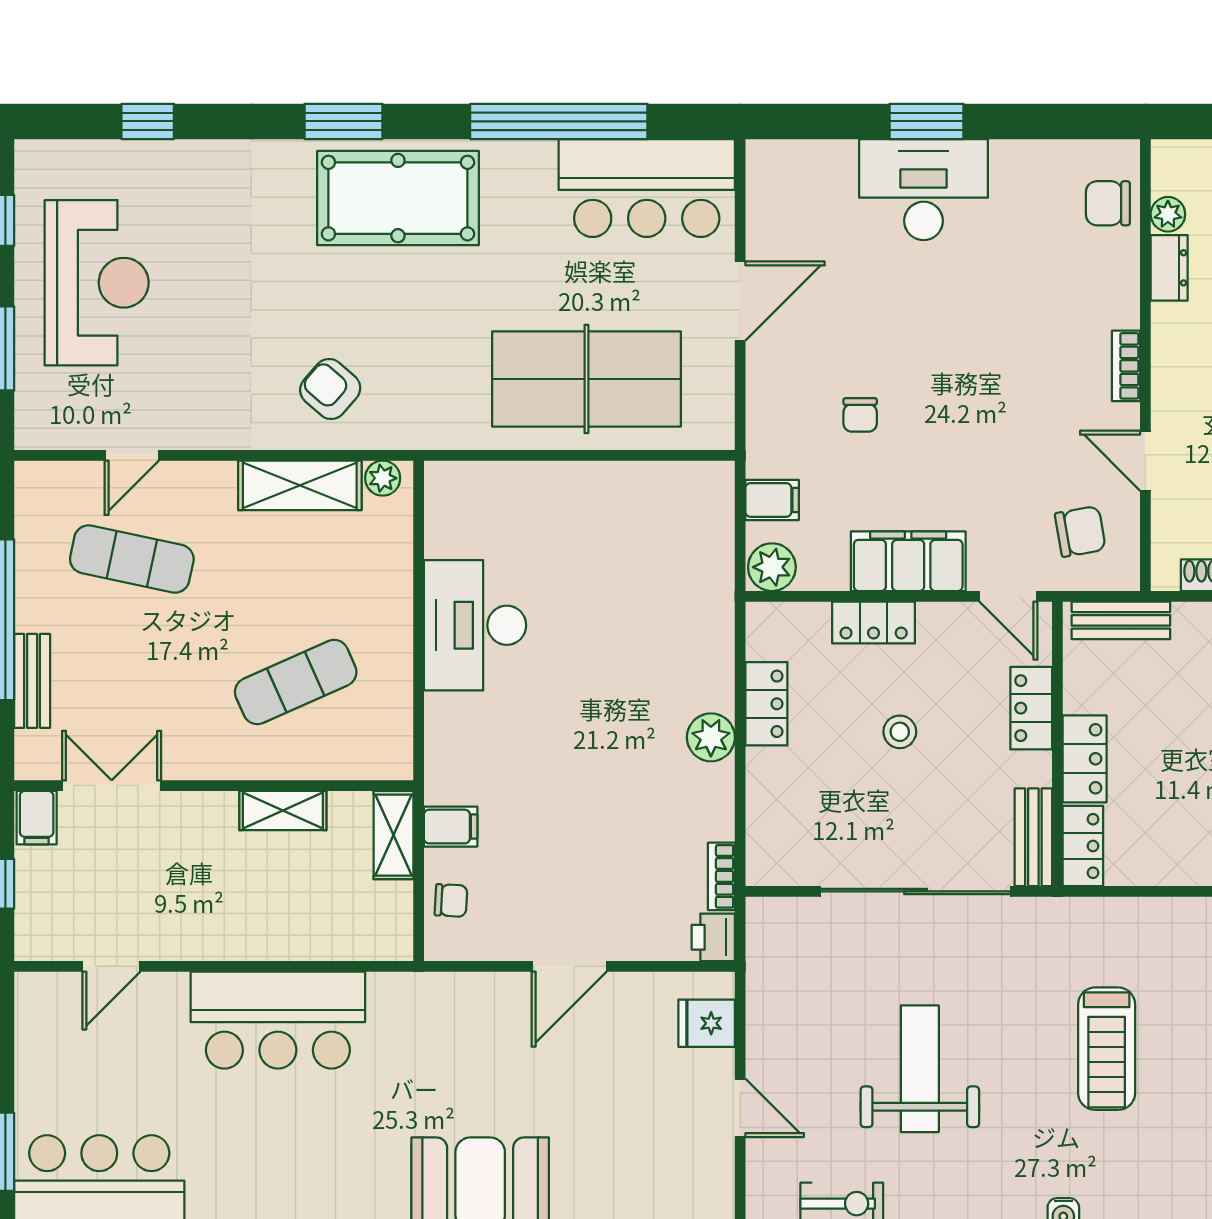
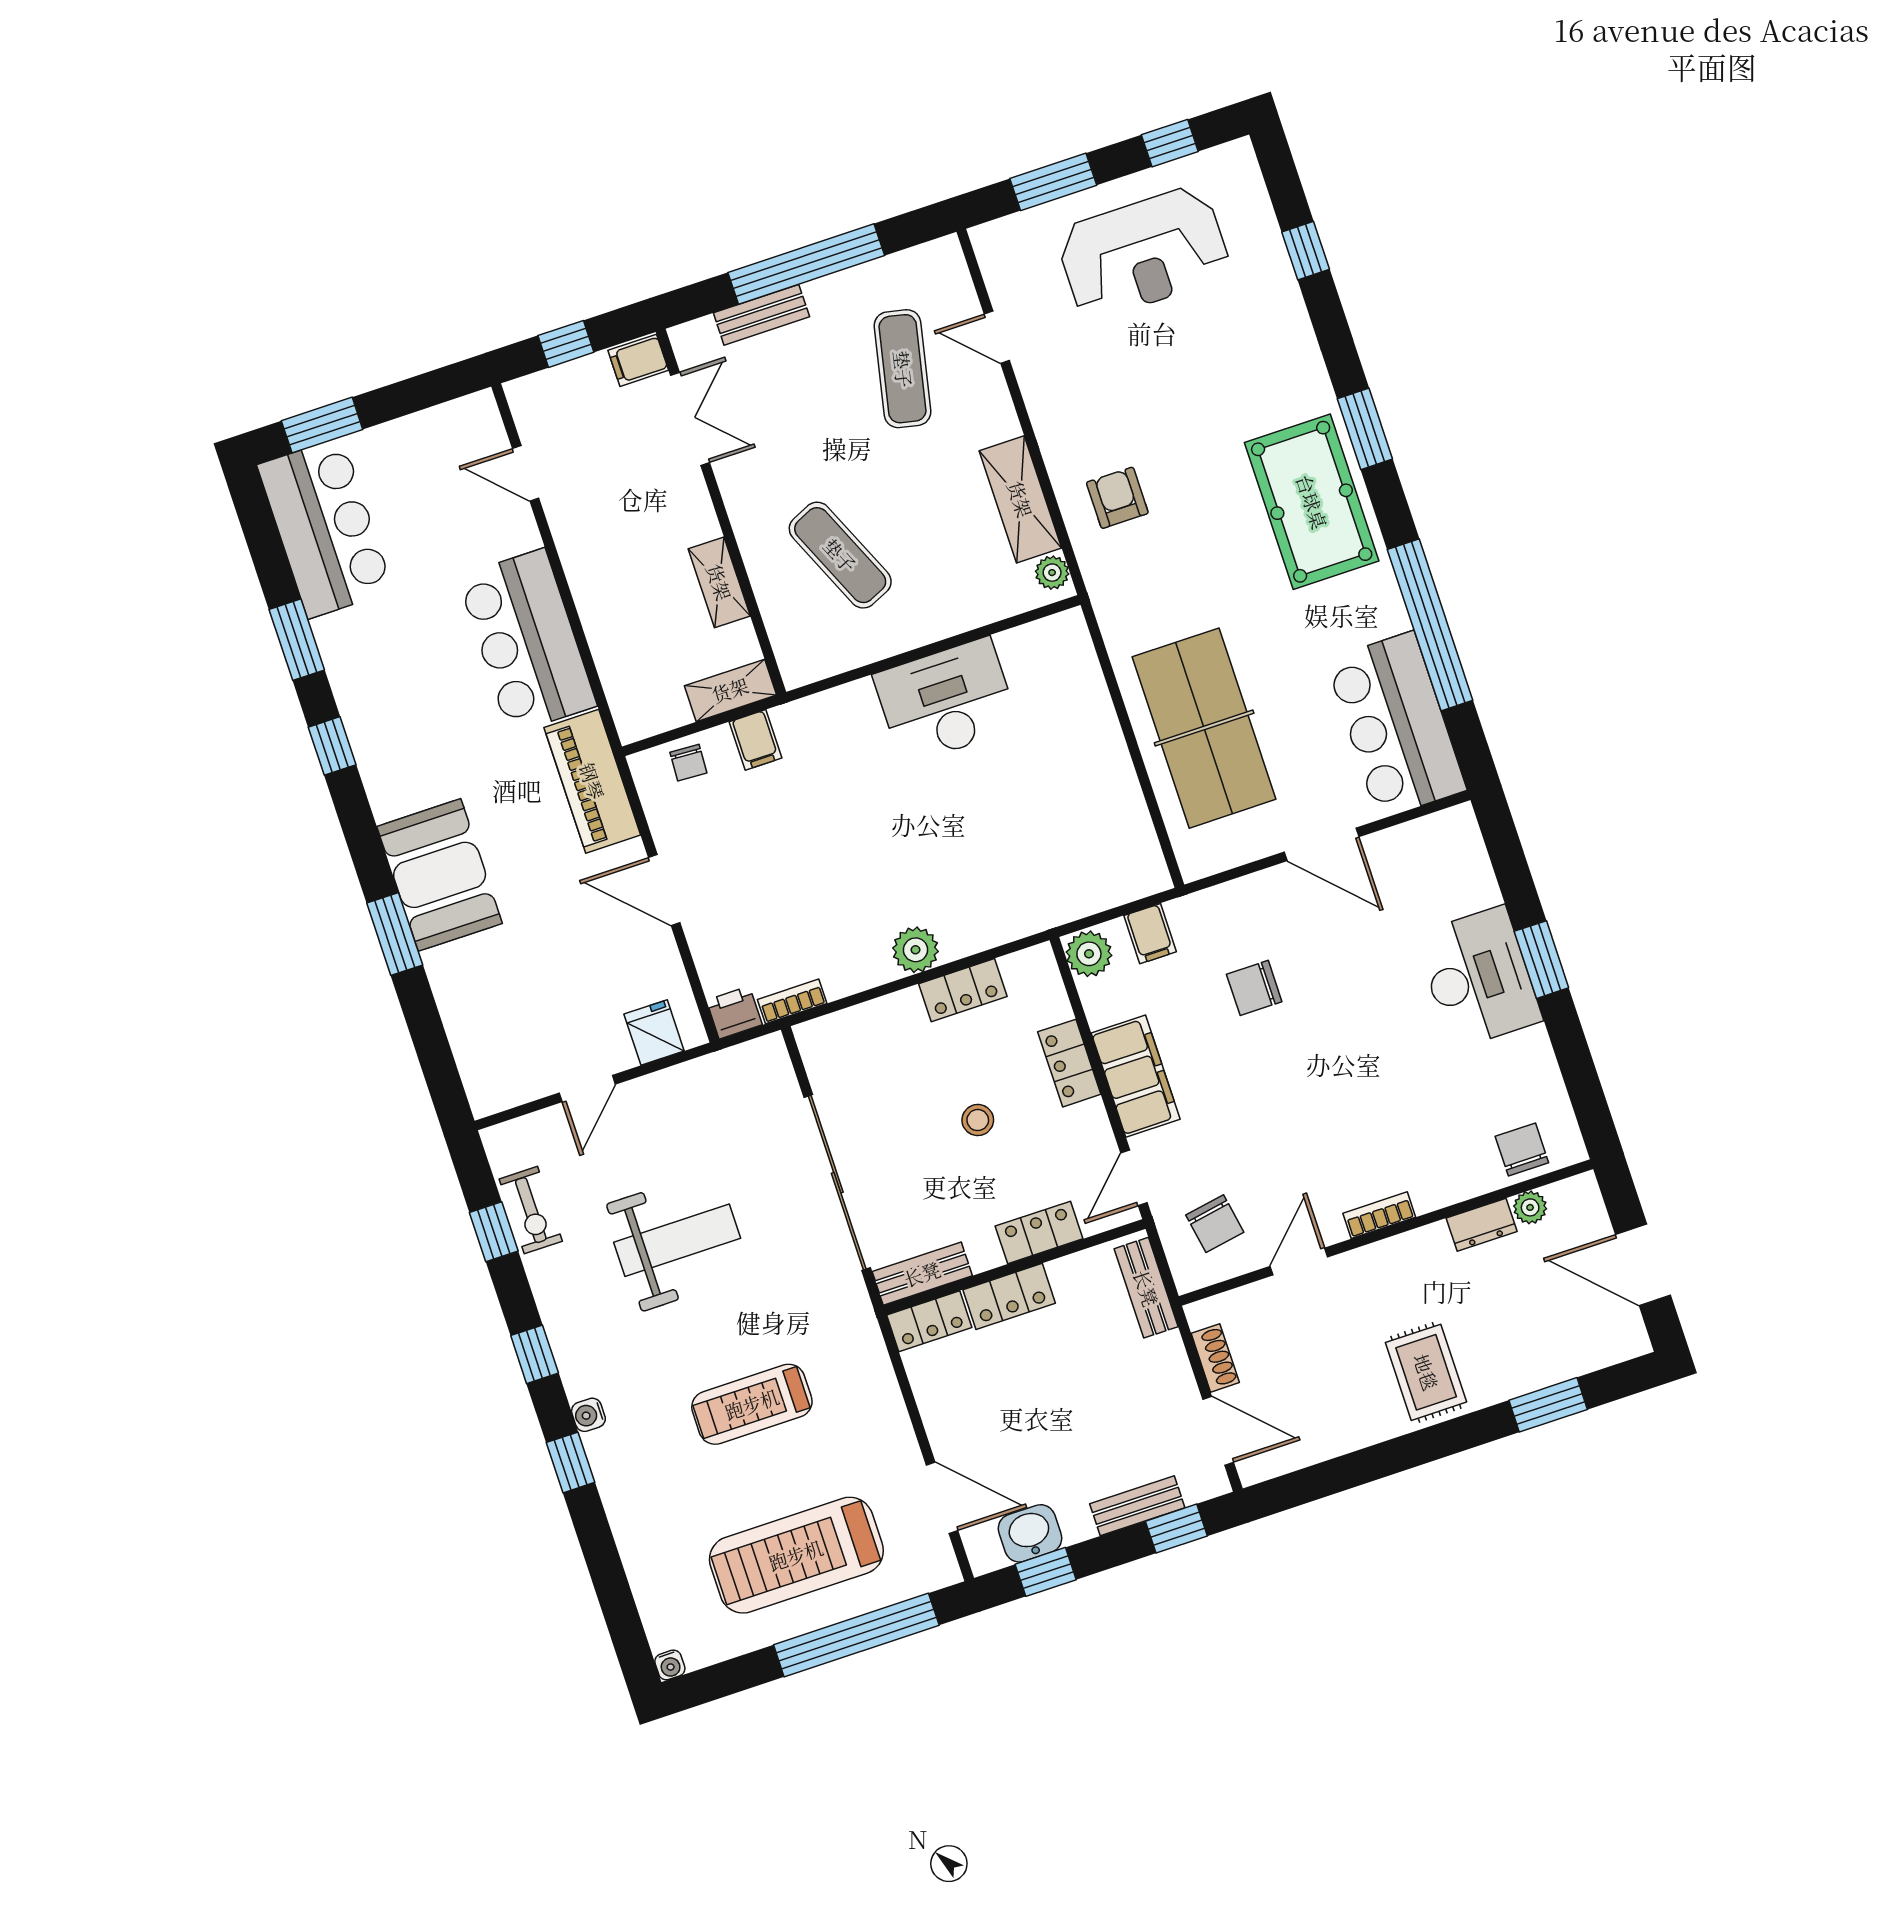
armchair: (330, 389) -> (1117, 498), turned -41
chair: (860, 415) -> (1254, 988), width x1.37, depth x1.37
piano: (438, 1002) -> (592, 781), added

